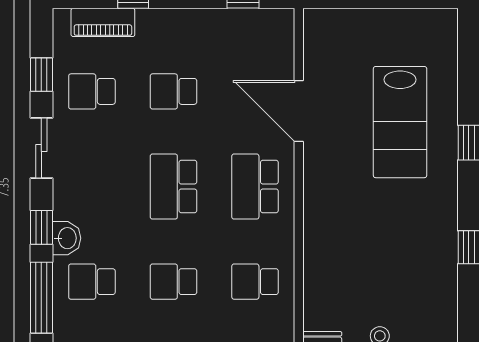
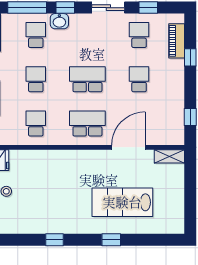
shelving: (315, 36) -> (169, 156), added

